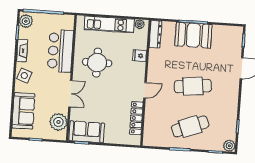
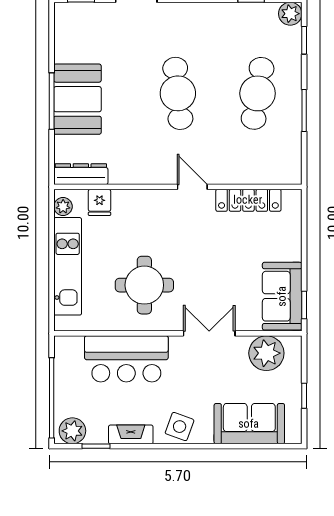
fridge: (140, 56) -> (99, 202), moved
cafe table: (190, 126) -> (258, 93), turned 30

